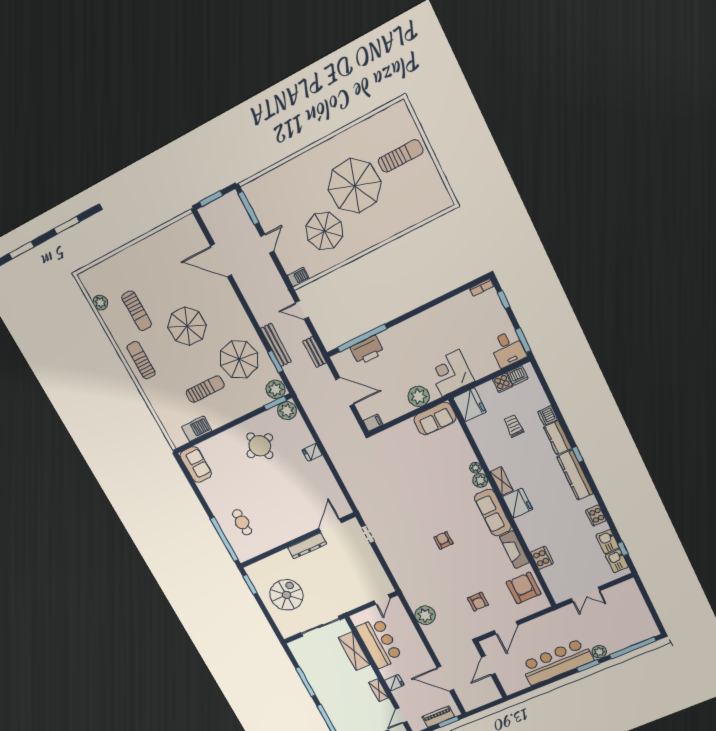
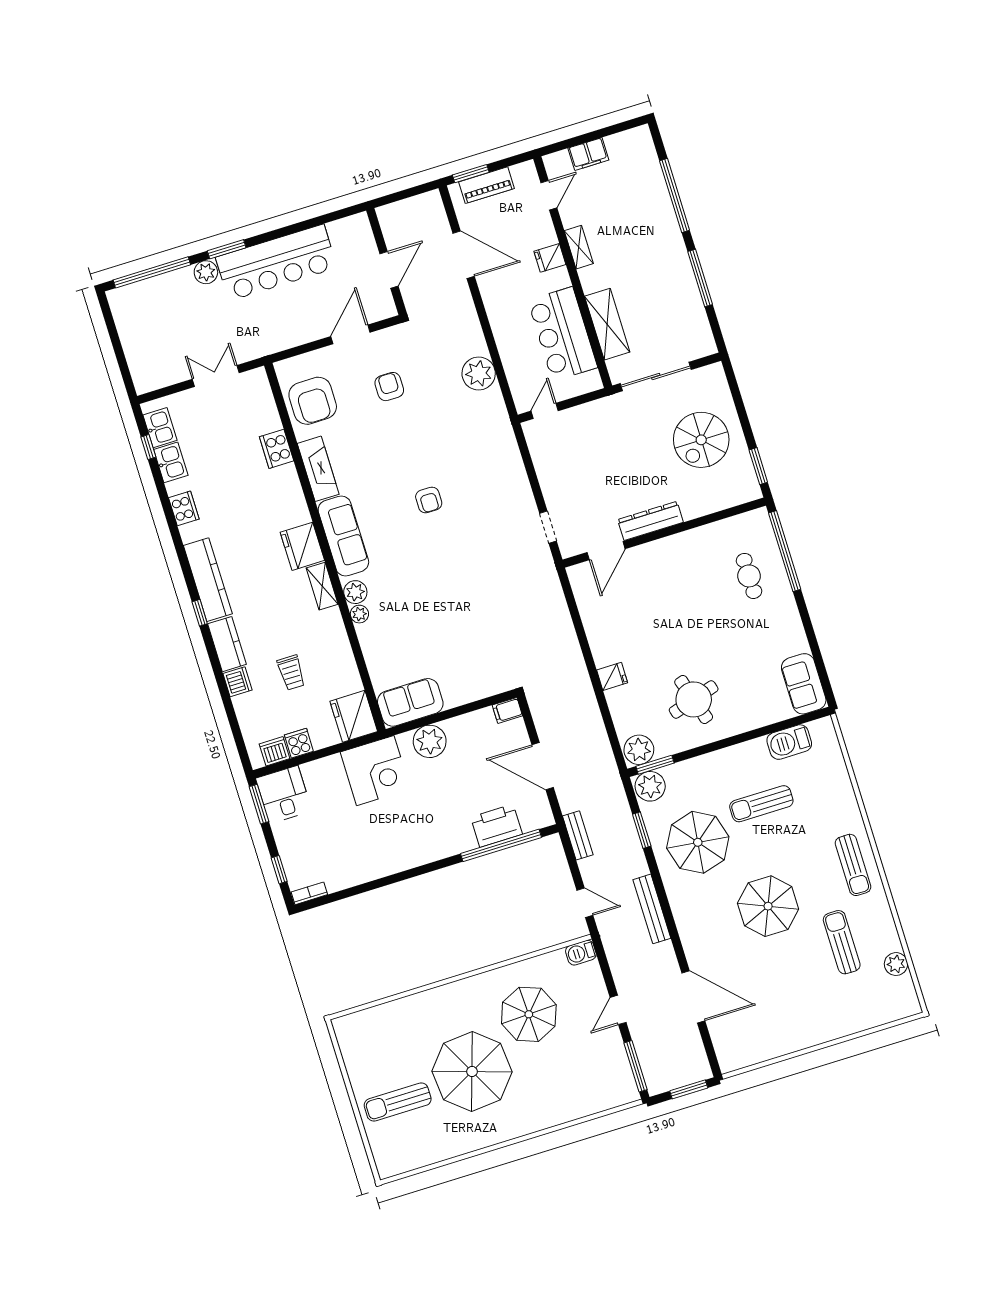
bench: (276, 345) -> (652, 909), moved

